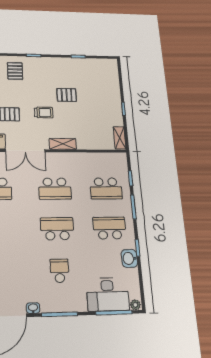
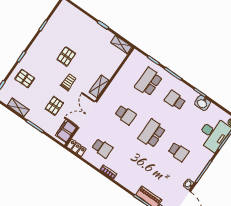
double door: (25, 151) -> (87, 115), swing flipped
school desk: (106, 188) -> (149, 82), turned 180
school desk: (55, 189) -> (125, 115), width x0.54
school desk: (109, 228) -> (175, 100), width x0.54
school desk: (60, 271) -> (178, 152), turned 180

